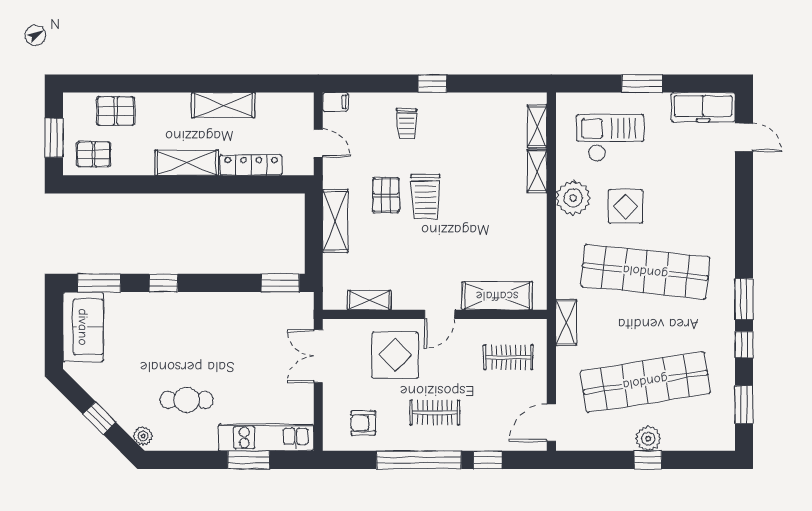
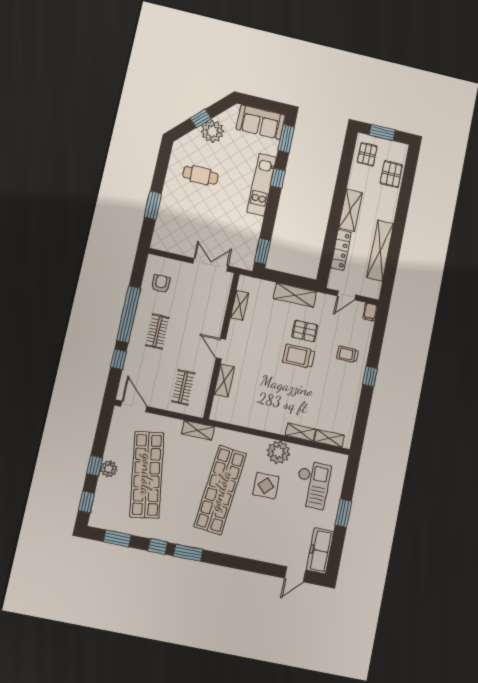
shelving: (223, 105) -> (380, 250), width x1.47
shelving: (497, 296) -> (224, 380), width x0.67, depth x0.75
display table: (395, 355) -> (201, 314), removed
cafe table: (187, 400) -> (200, 175), turned 90
plant: (143, 436) -> (213, 131), moved, width x1.88, depth x1.88
kitchen unit: (266, 438) -> (262, 185), moved, turned 180
window: (701, 460) -> (86, 502), added

